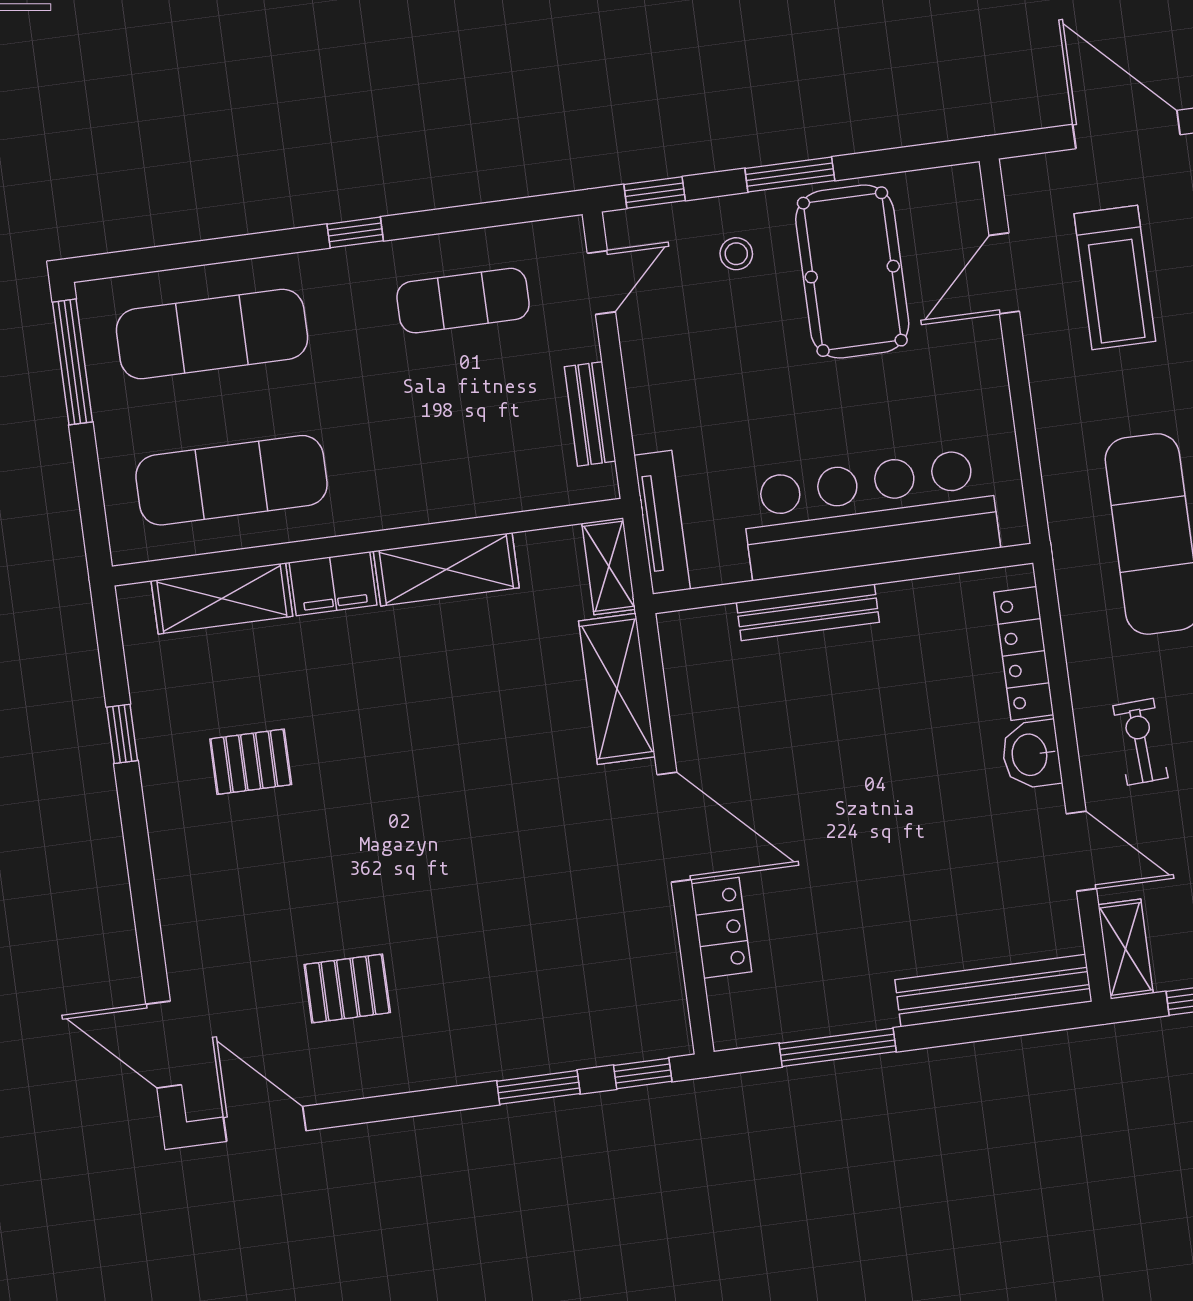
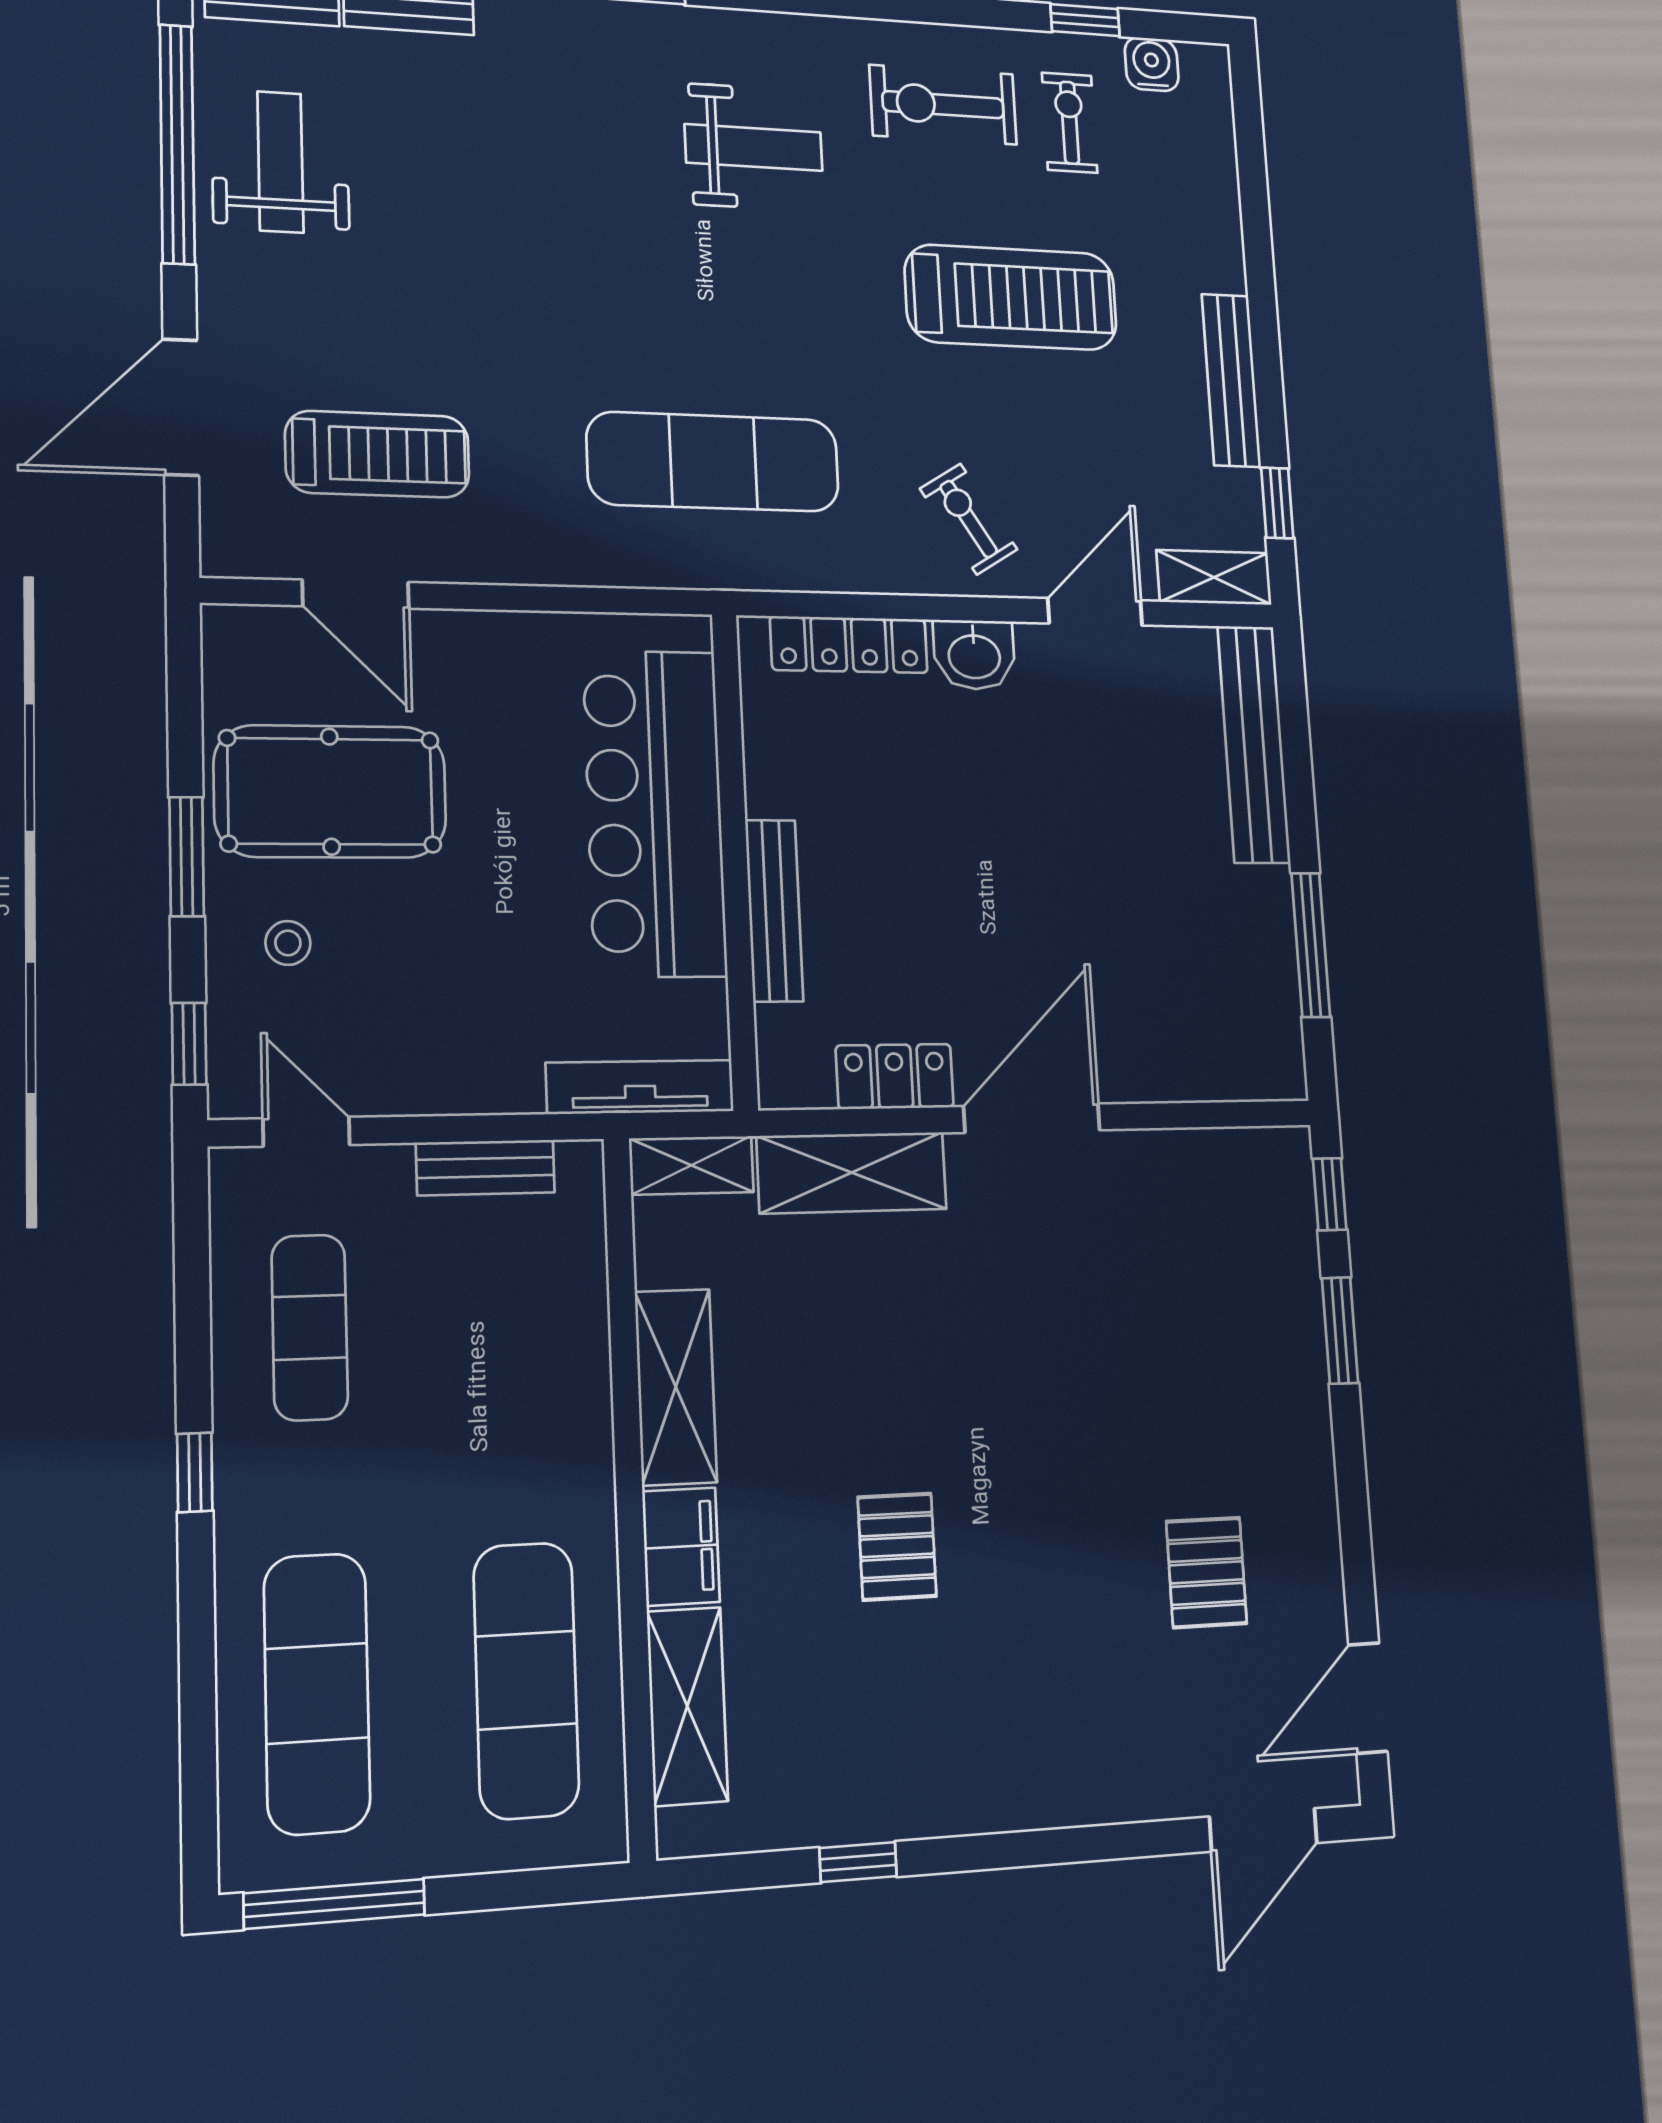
exercise bike: (1140, 742) -> (969, 519), turned 61
pallet: (251, 762) -> (897, 1547), moved
locker: (721, 928) -> (895, 1076), moved

